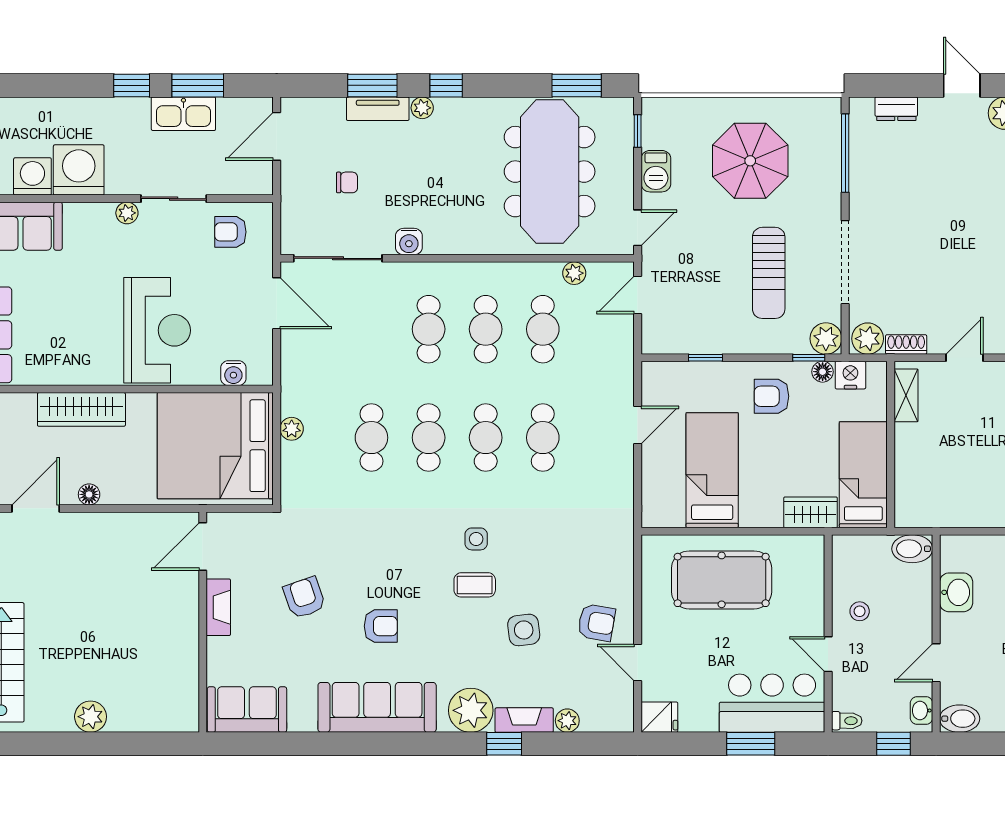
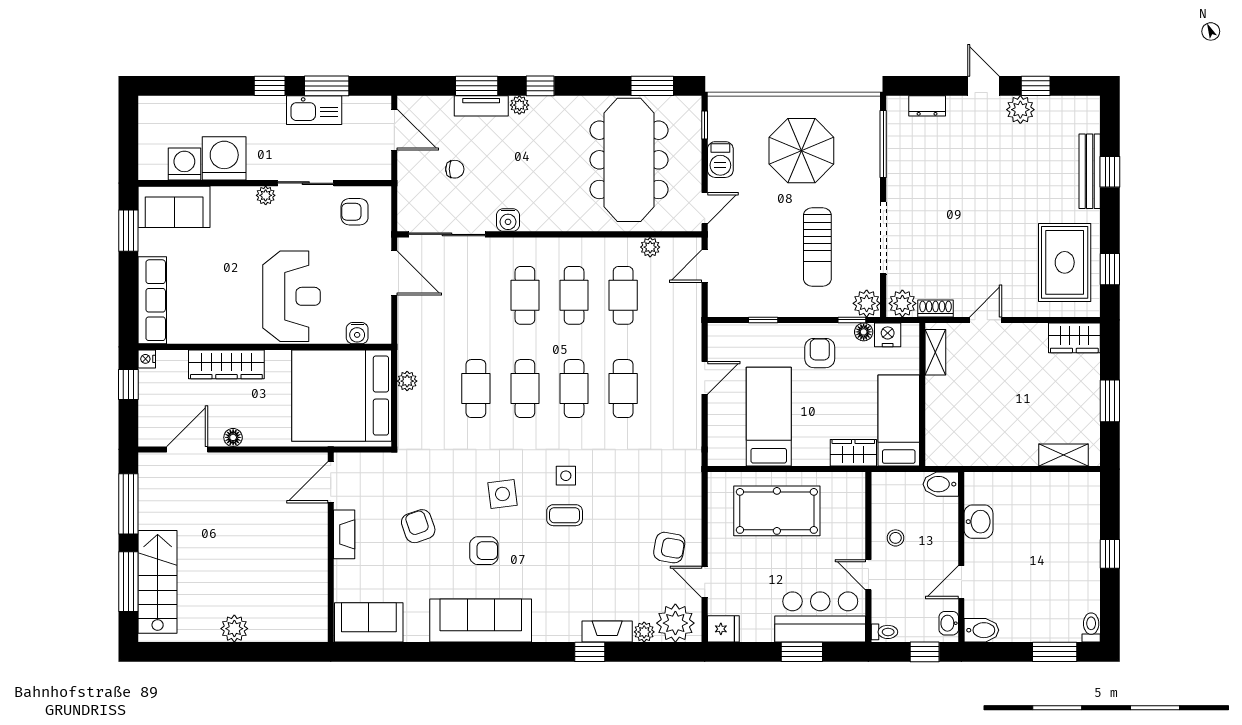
door: (277, 136) -> (394, 130), swing flipped
armchair: (771, 396) -> (820, 353), turned 90
side table: (524, 630) -> (502, 494), moved
plant: (471, 710) -> (675, 623), moved

